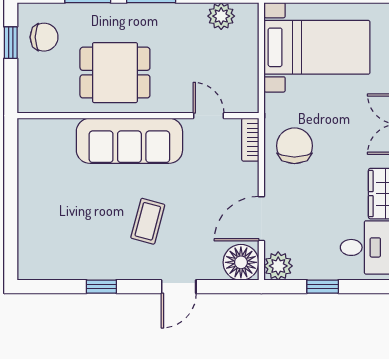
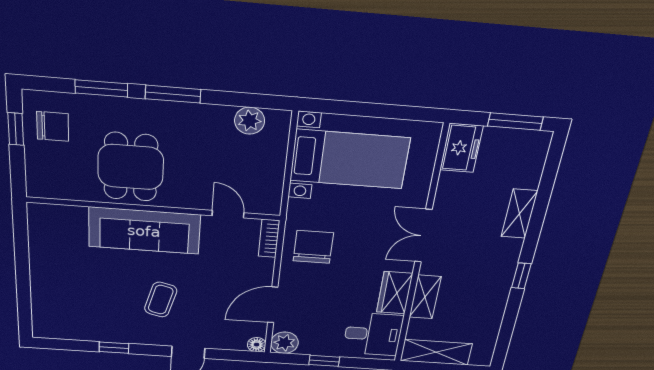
dining table: (115, 73) -> (131, 167), turned 90
floor lamp: (241, 262) -> (257, 345), width x0.53, depth x0.53

